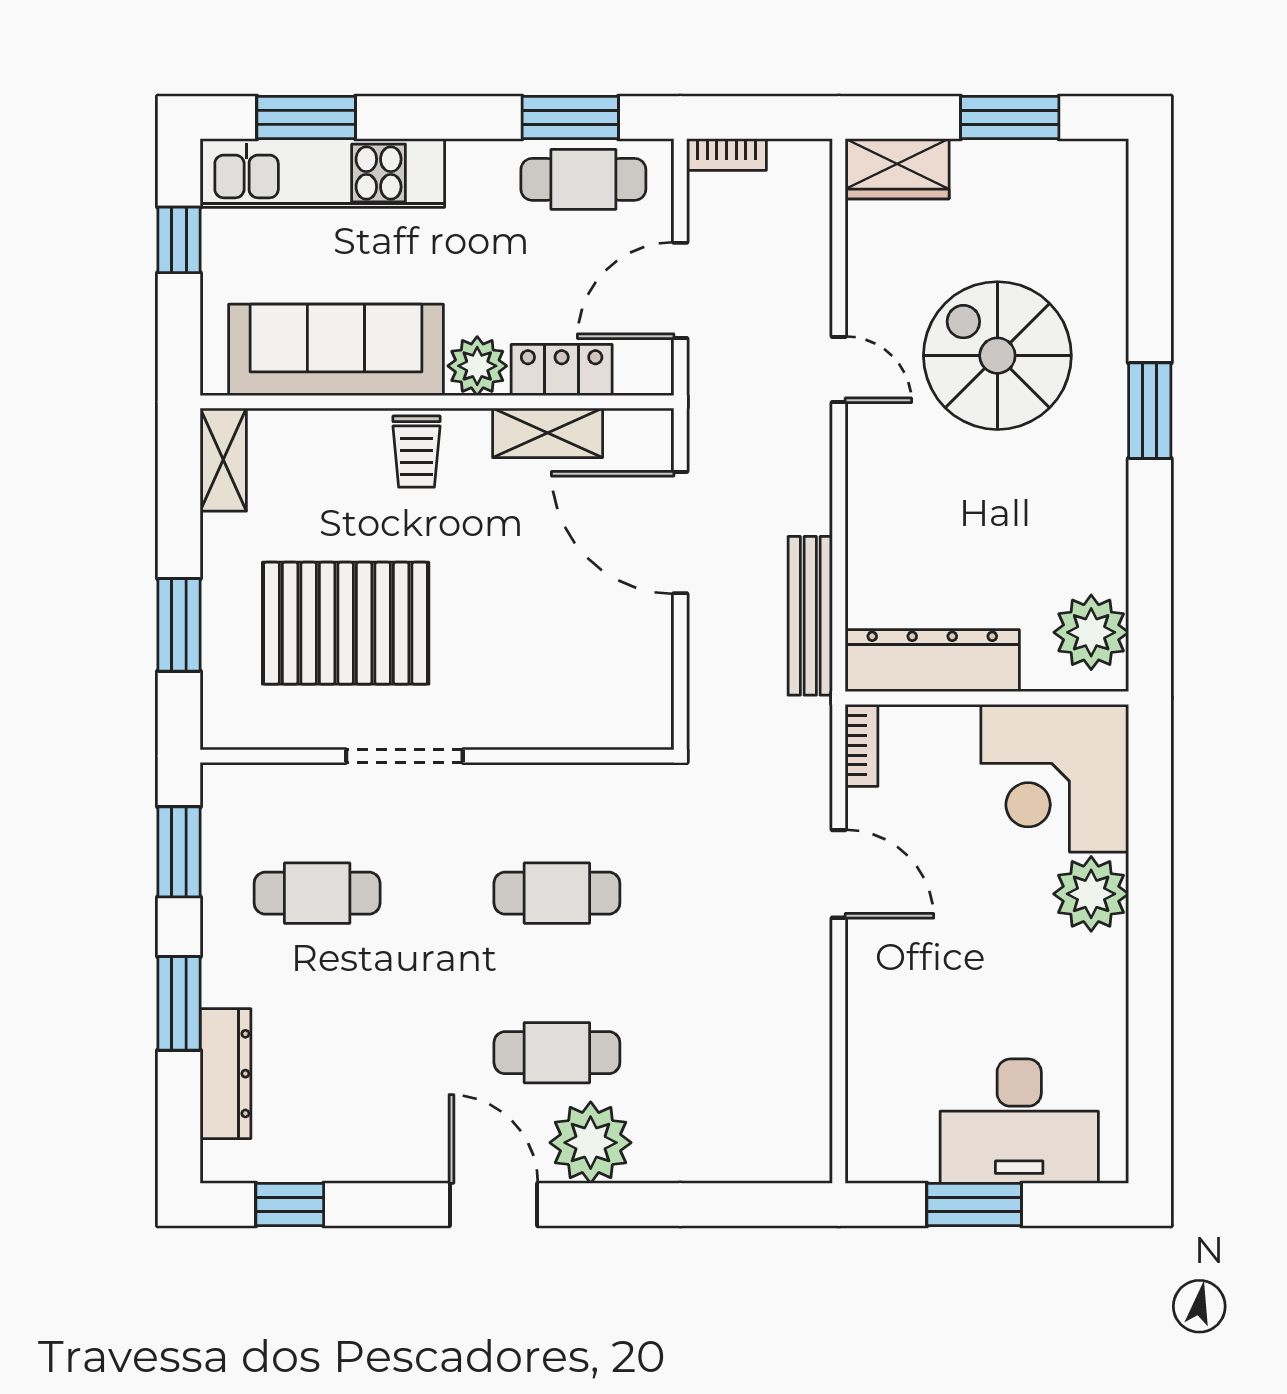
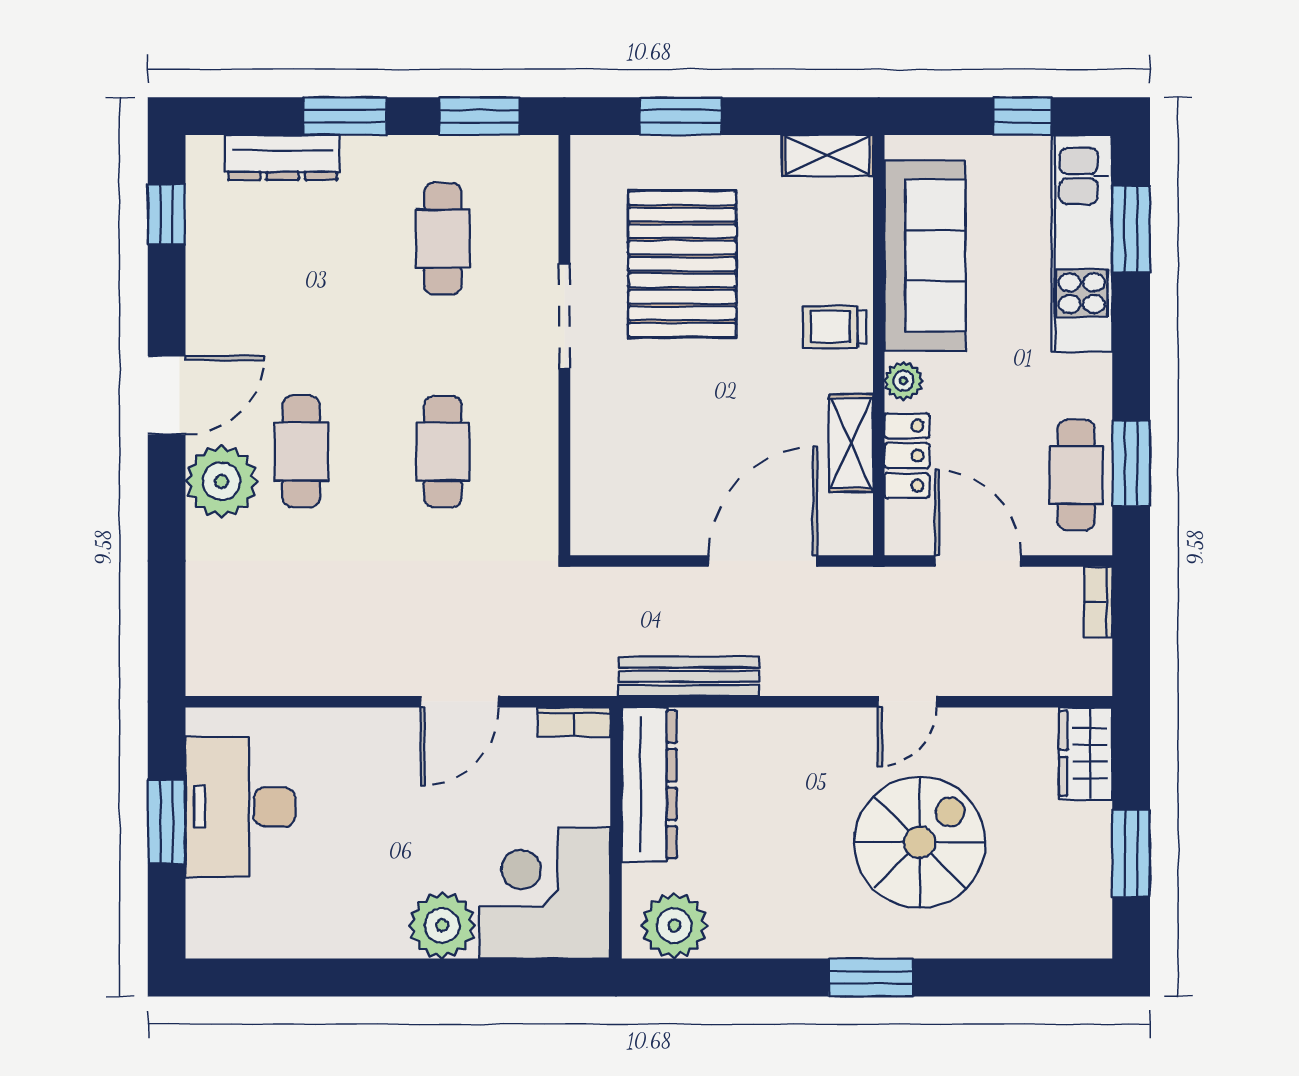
plant: (477, 366) -> (903, 381), width x0.73, depth x0.73
desk: (1019, 1121) -> (240, 807), moved

